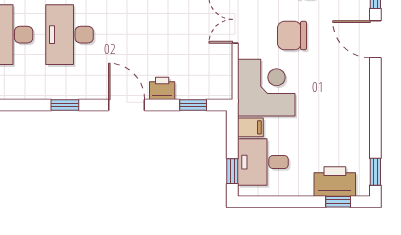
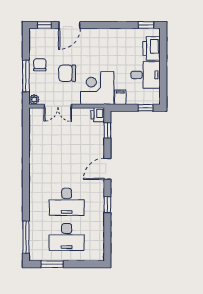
chair: (292, 36) -> (67, 73), turned 90
printer: (162, 88) -> (98, 115), moved
desk: (263, 162) -> (146, 75), moved, turned -90
window: (338, 202) -> (163, 47), removed

